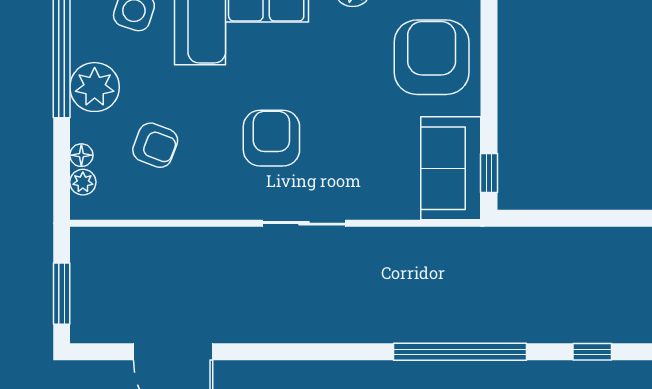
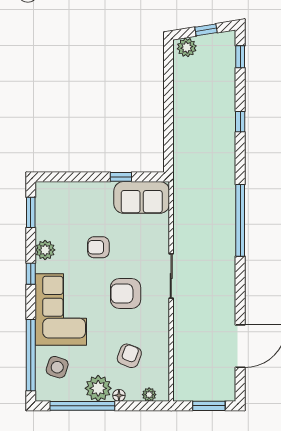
armchair: (432, 57) -> (98, 247), moved, width x0.53, depth x0.53
floor lamp: (81, 155) -> (119, 395), moved
window: (489, 173) -> (121, 177), moved
window: (460, 352) -> (240, 220), moved

